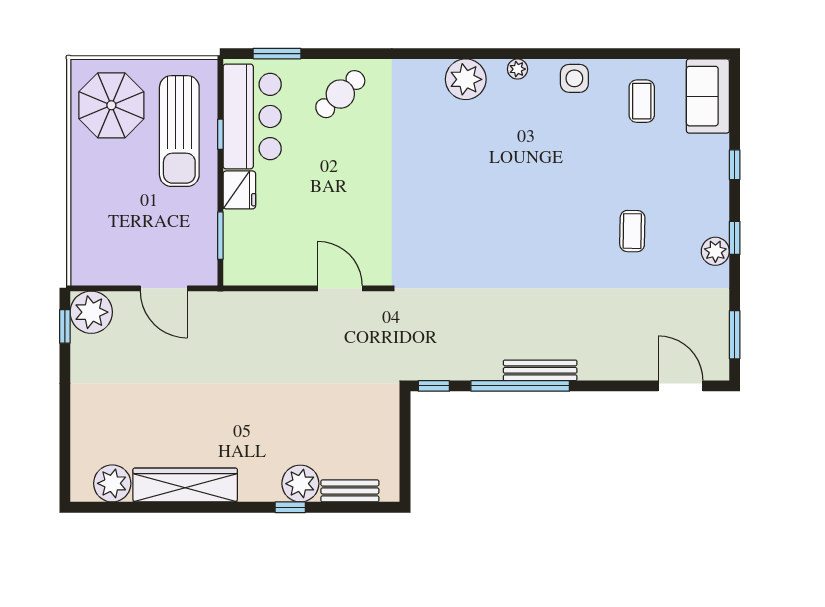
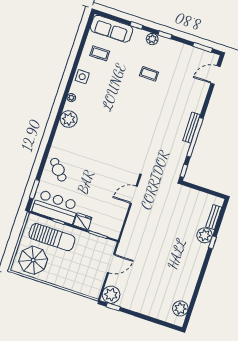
sofa: (708, 96) -> (112, 29), width x1.36
plant: (715, 251) -> (152, 39), moved
wardrobe: (185, 485) -> (190, 280), removed

